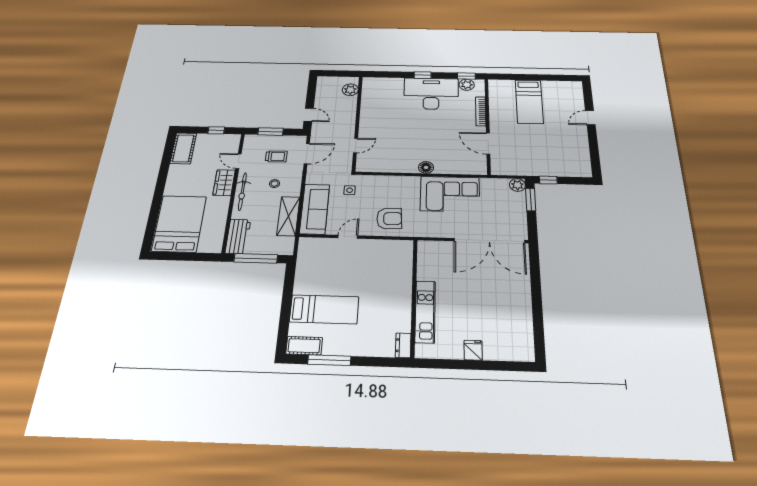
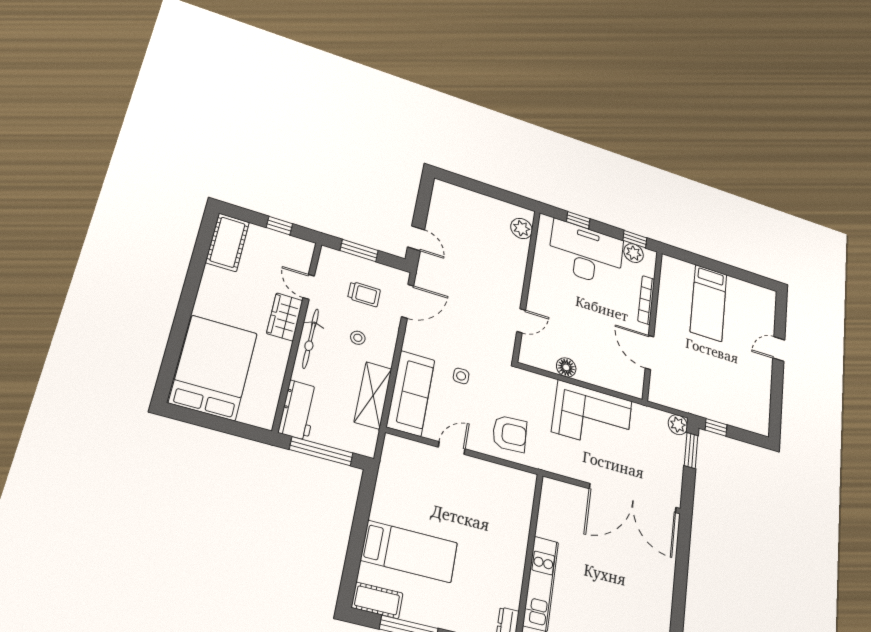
plant: (350, 90) -> (521, 228), moved
wall: (357, 123) -> (526, 285), moved
door: (356, 145) -> (521, 321), moved

